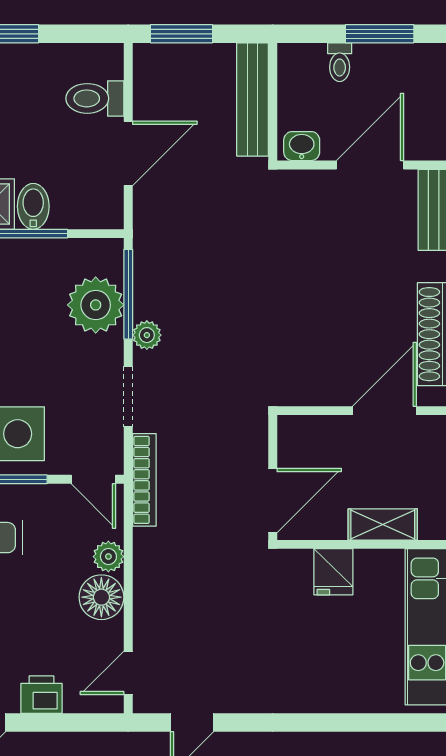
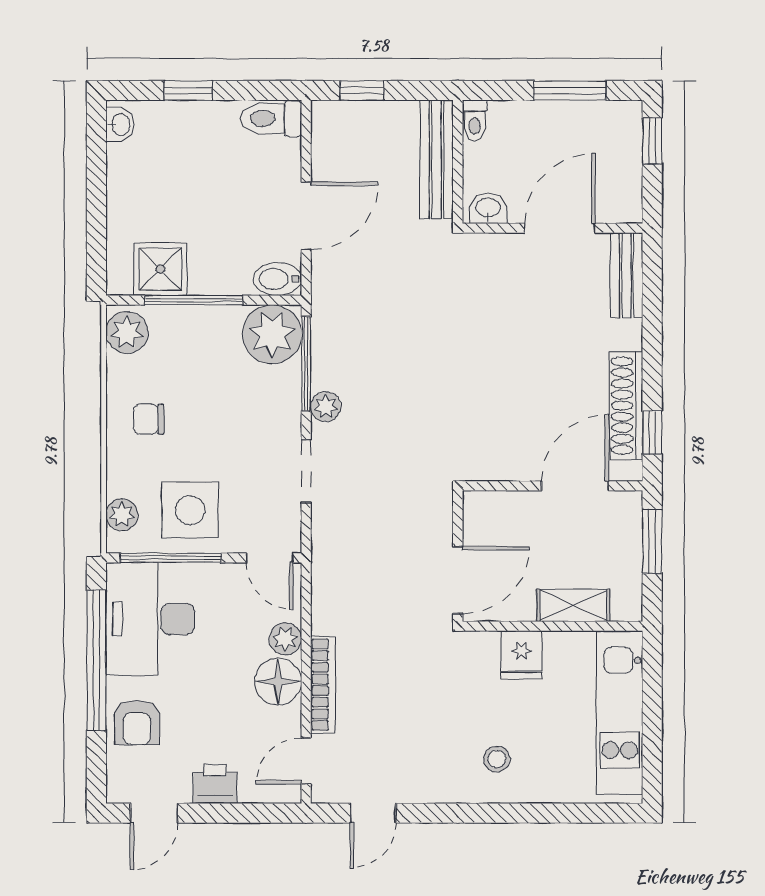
window: (181, 34) -> (362, 90), width x0.67
toilet: (340, 62) -> (475, 120), moved
toilet: (95, 98) -> (271, 118), moved
bidet: (33, 206) -> (278, 279), moved, turned -90
plant: (96, 305) -> (272, 334), moved
bookcase: (144, 480) -> (323, 685), moved
stool: (310, 671) -> (497, 759), added

